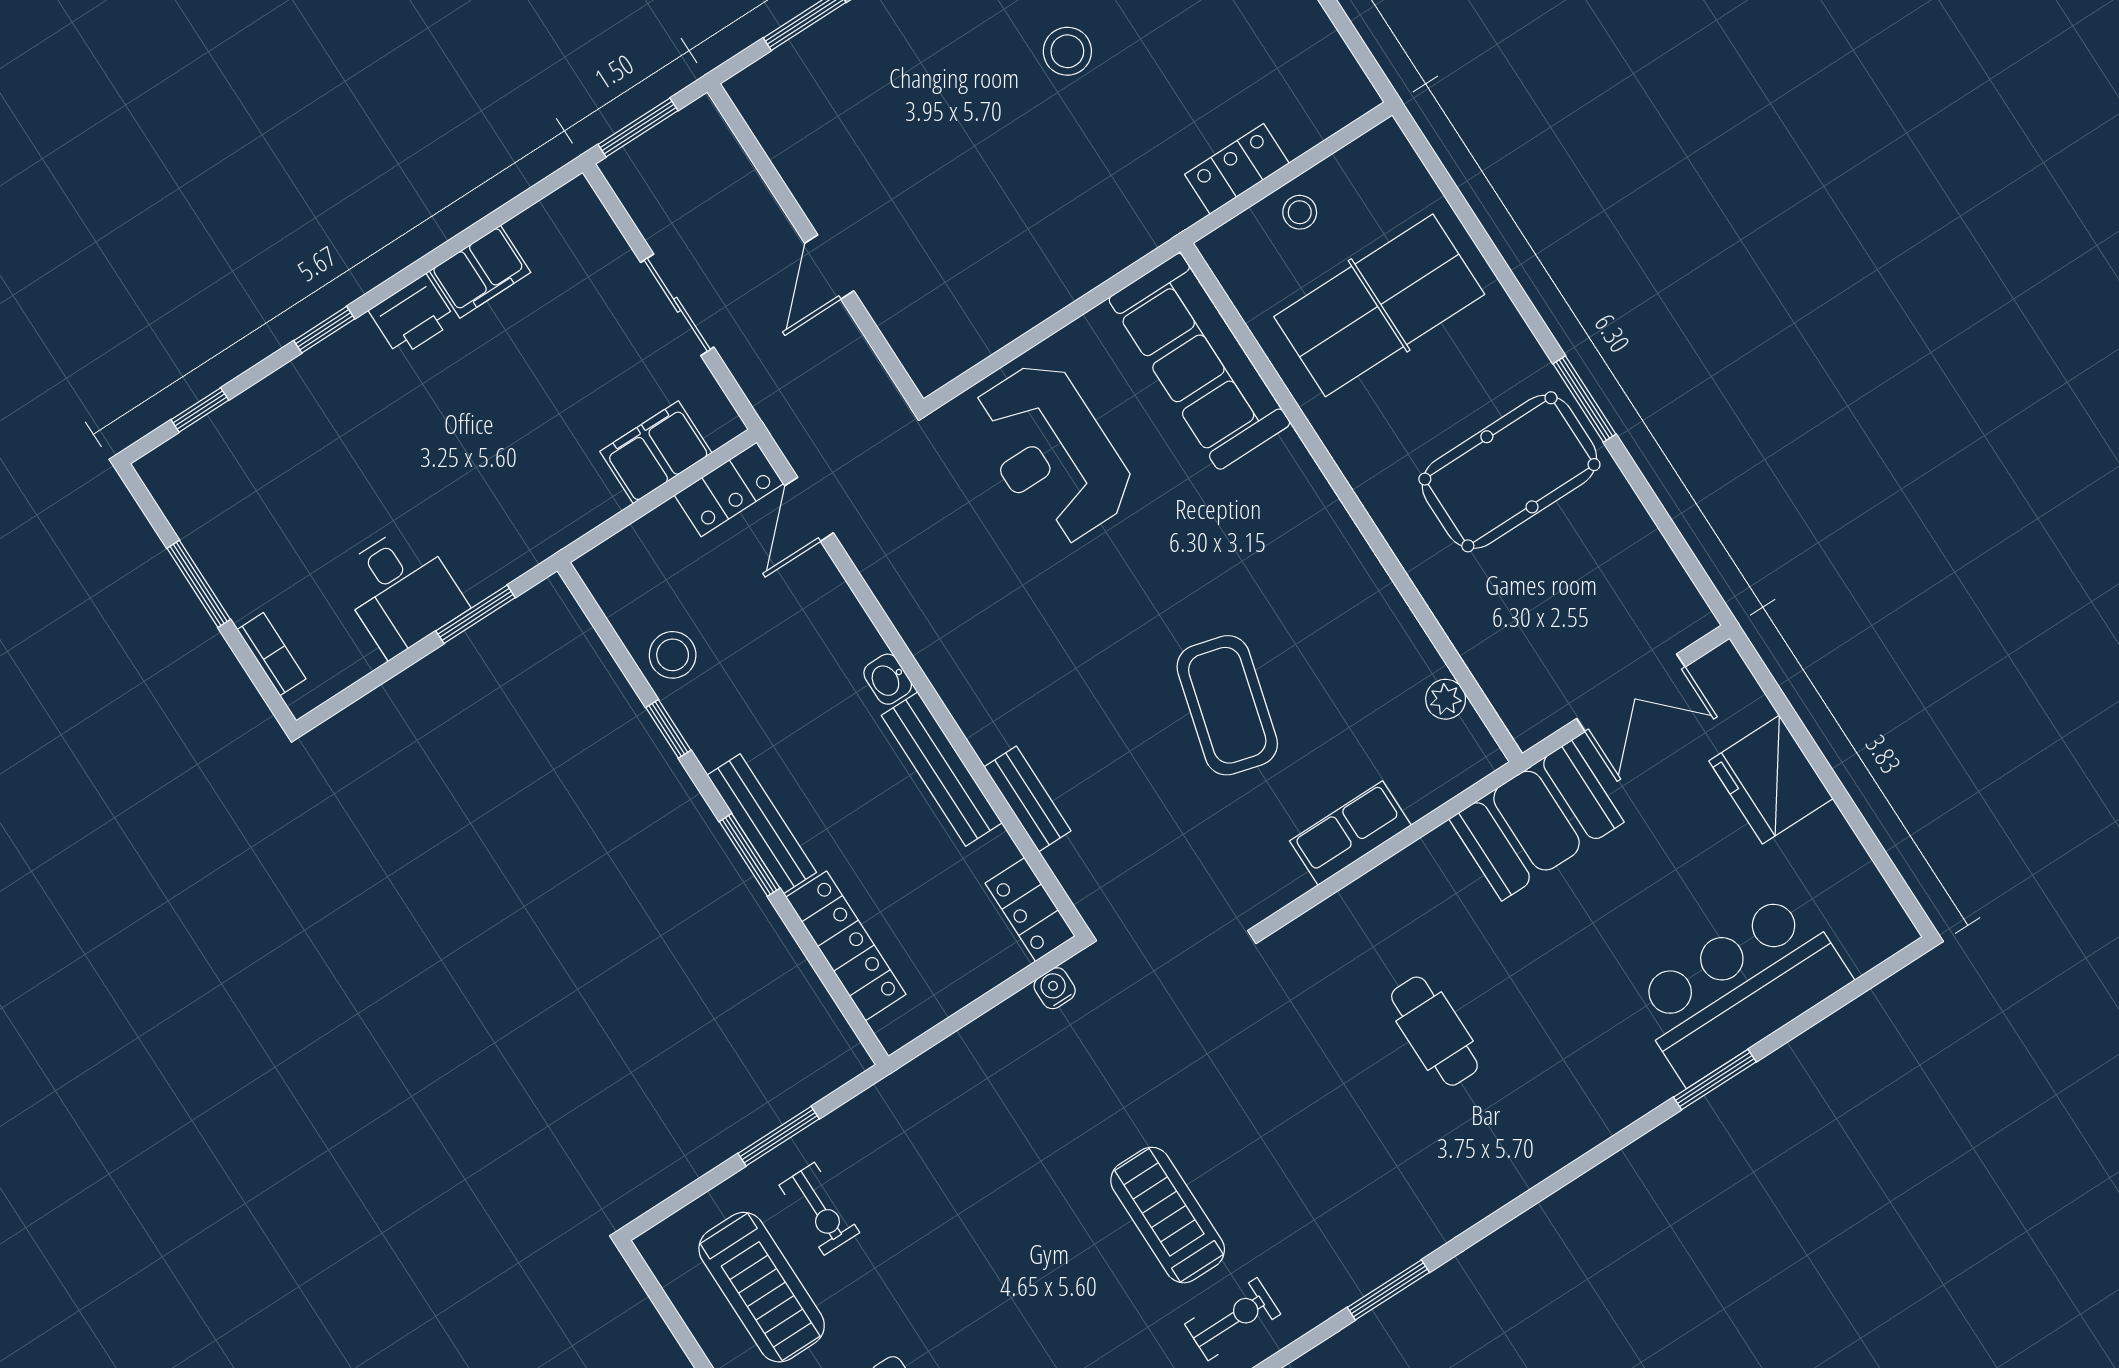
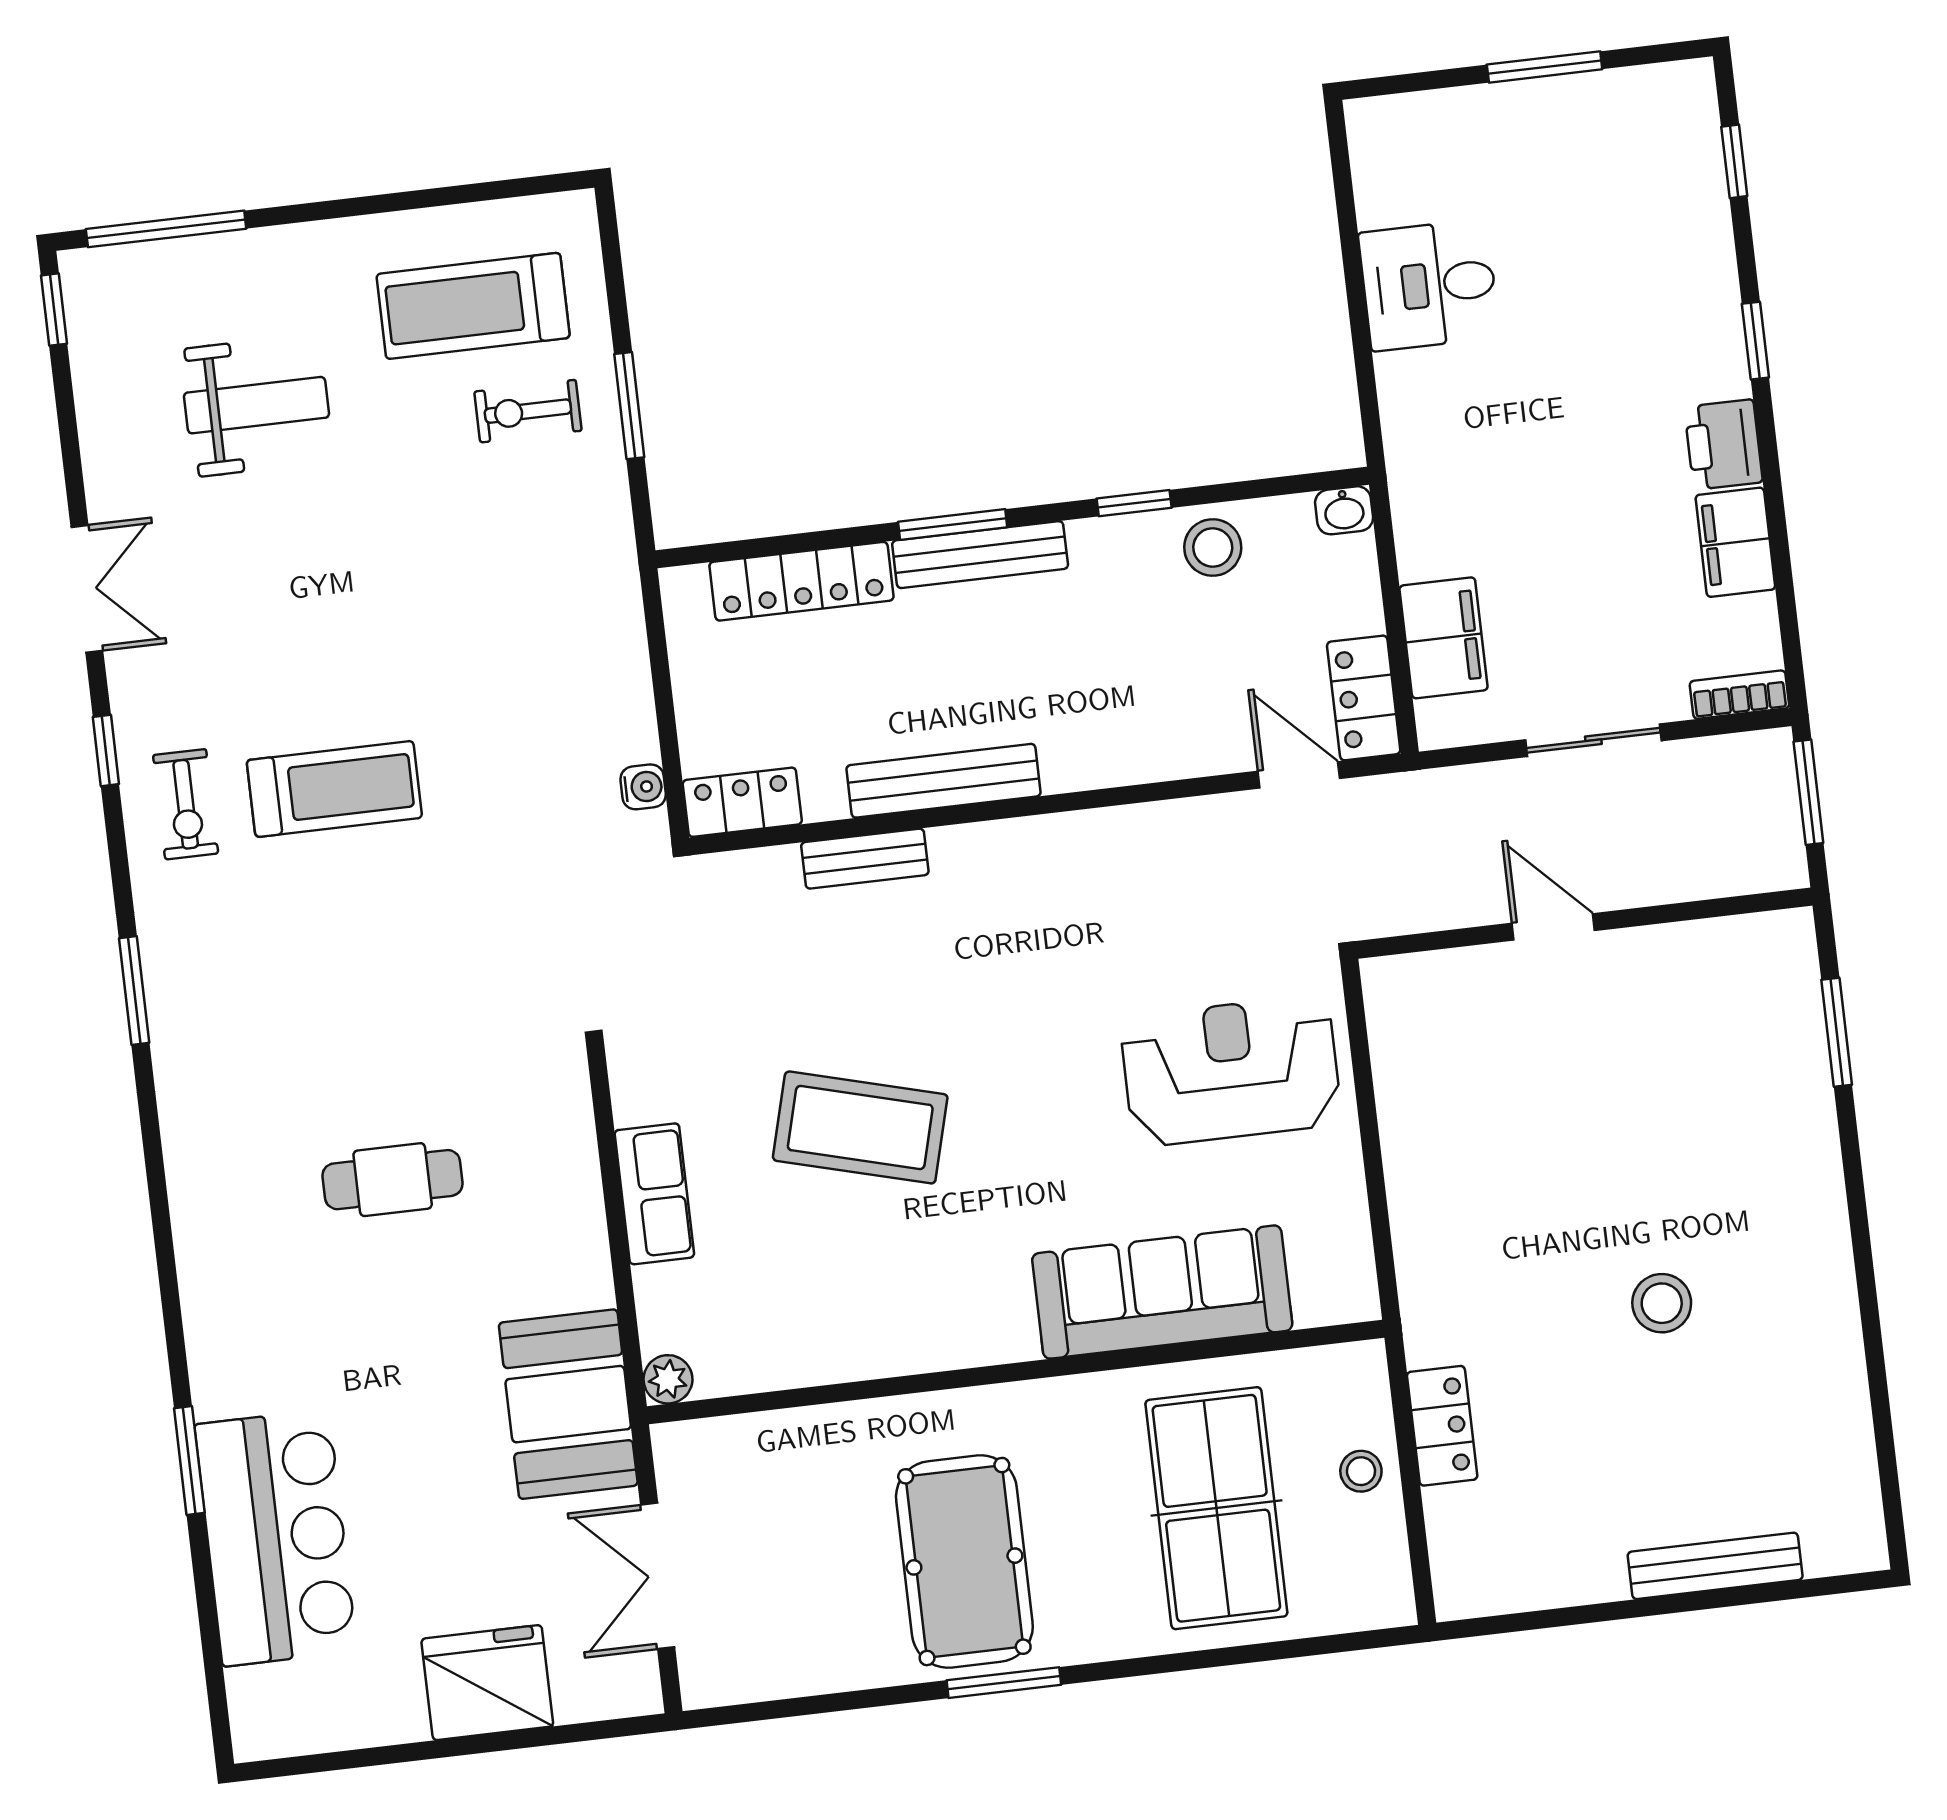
sofa: (1199, 361) -> (1162, 1292), moved
window: (476, 614) -> (1363, 354), removed
bookcase: (272, 654) -> (1739, 695), moved, turned 180
washbasin: (888, 679) -> (1344, 510), moved, turned 180
plant: (1446, 699) -> (668, 1379), moved

